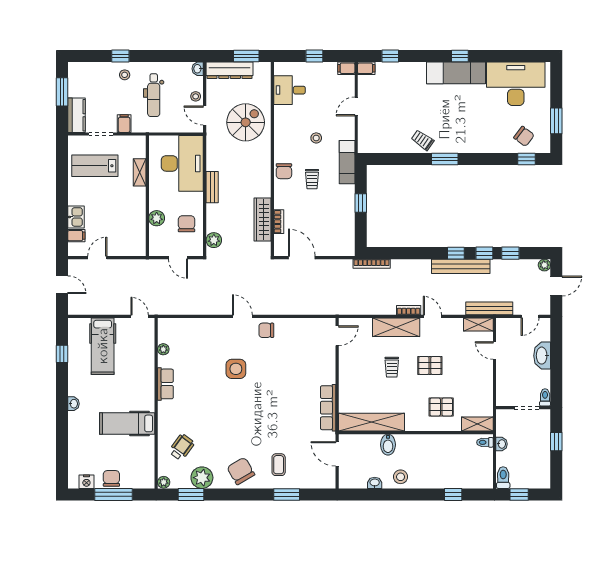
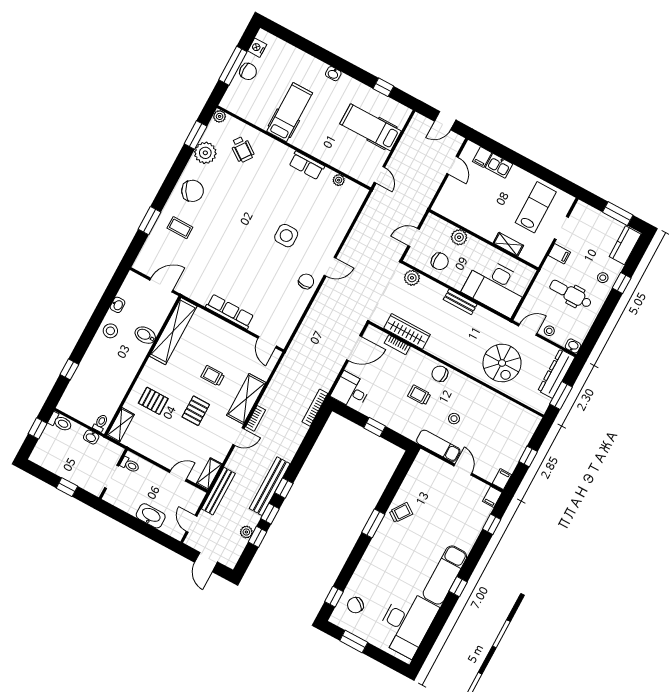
desk: (290, 90) -> (351, 391), moved, turned -90
kitchen counter: (77, 115) -> (625, 245), moved, turned 90
exam couch: (347, 162) -> (438, 446), moved
plant: (544, 265) -> (246, 532), moved
door: (140, 316) -> (379, 175), hinge flipped
toilet: (545, 397) -> (130, 465), moved
pallet: (441, 407) -> (153, 401), turned 90
row of seats: (328, 408) -> (230, 312), moved

